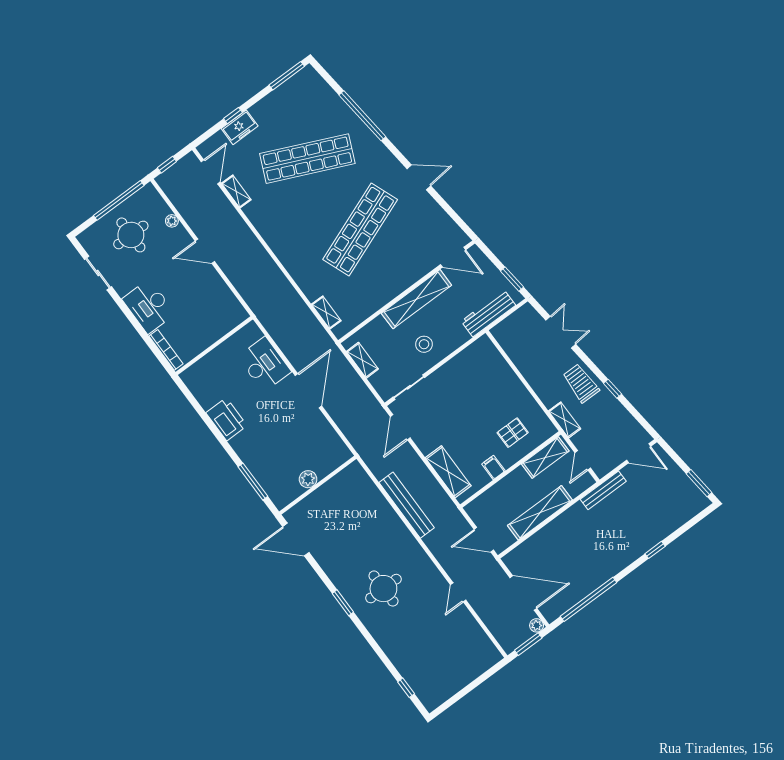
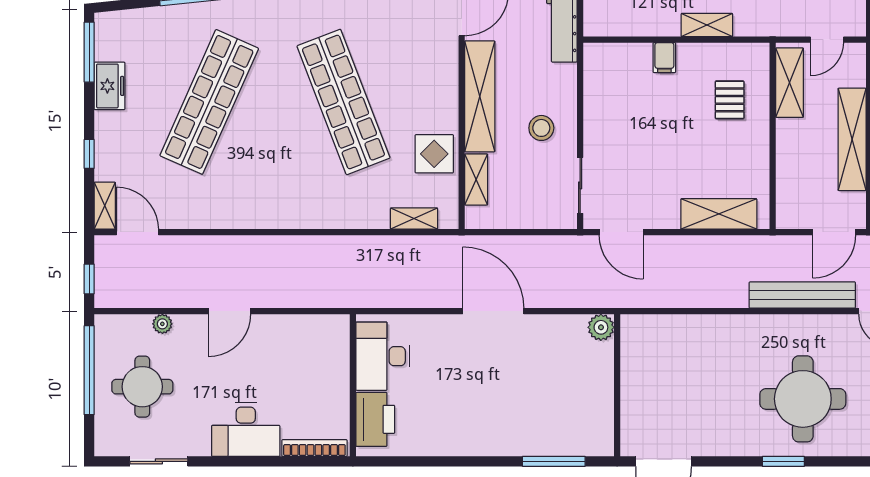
freezer: (240, 127) -> (110, 86), moved
shelving: (236, 191) -> (105, 206), moved, turned 90
display table: (368, 298) -> (434, 154), added
shelving: (362, 360) -> (476, 179), moved, turned 90
desk: (264, 364) -> (383, 356), moved, turned -90
printer: (226, 419) -> (375, 419), moved, turned 90
shelving: (565, 420) -> (707, 25), moved
door: (583, 460) -> (827, 40), hinge flipped
filing cabinet: (493, 467) -> (664, 58), moved, turned -90
plant: (308, 479) -> (601, 327), moved
bench: (407, 505) -> (802, 295), moved
round table: (383, 589) -> (803, 399), width x1.36, depth x1.36

